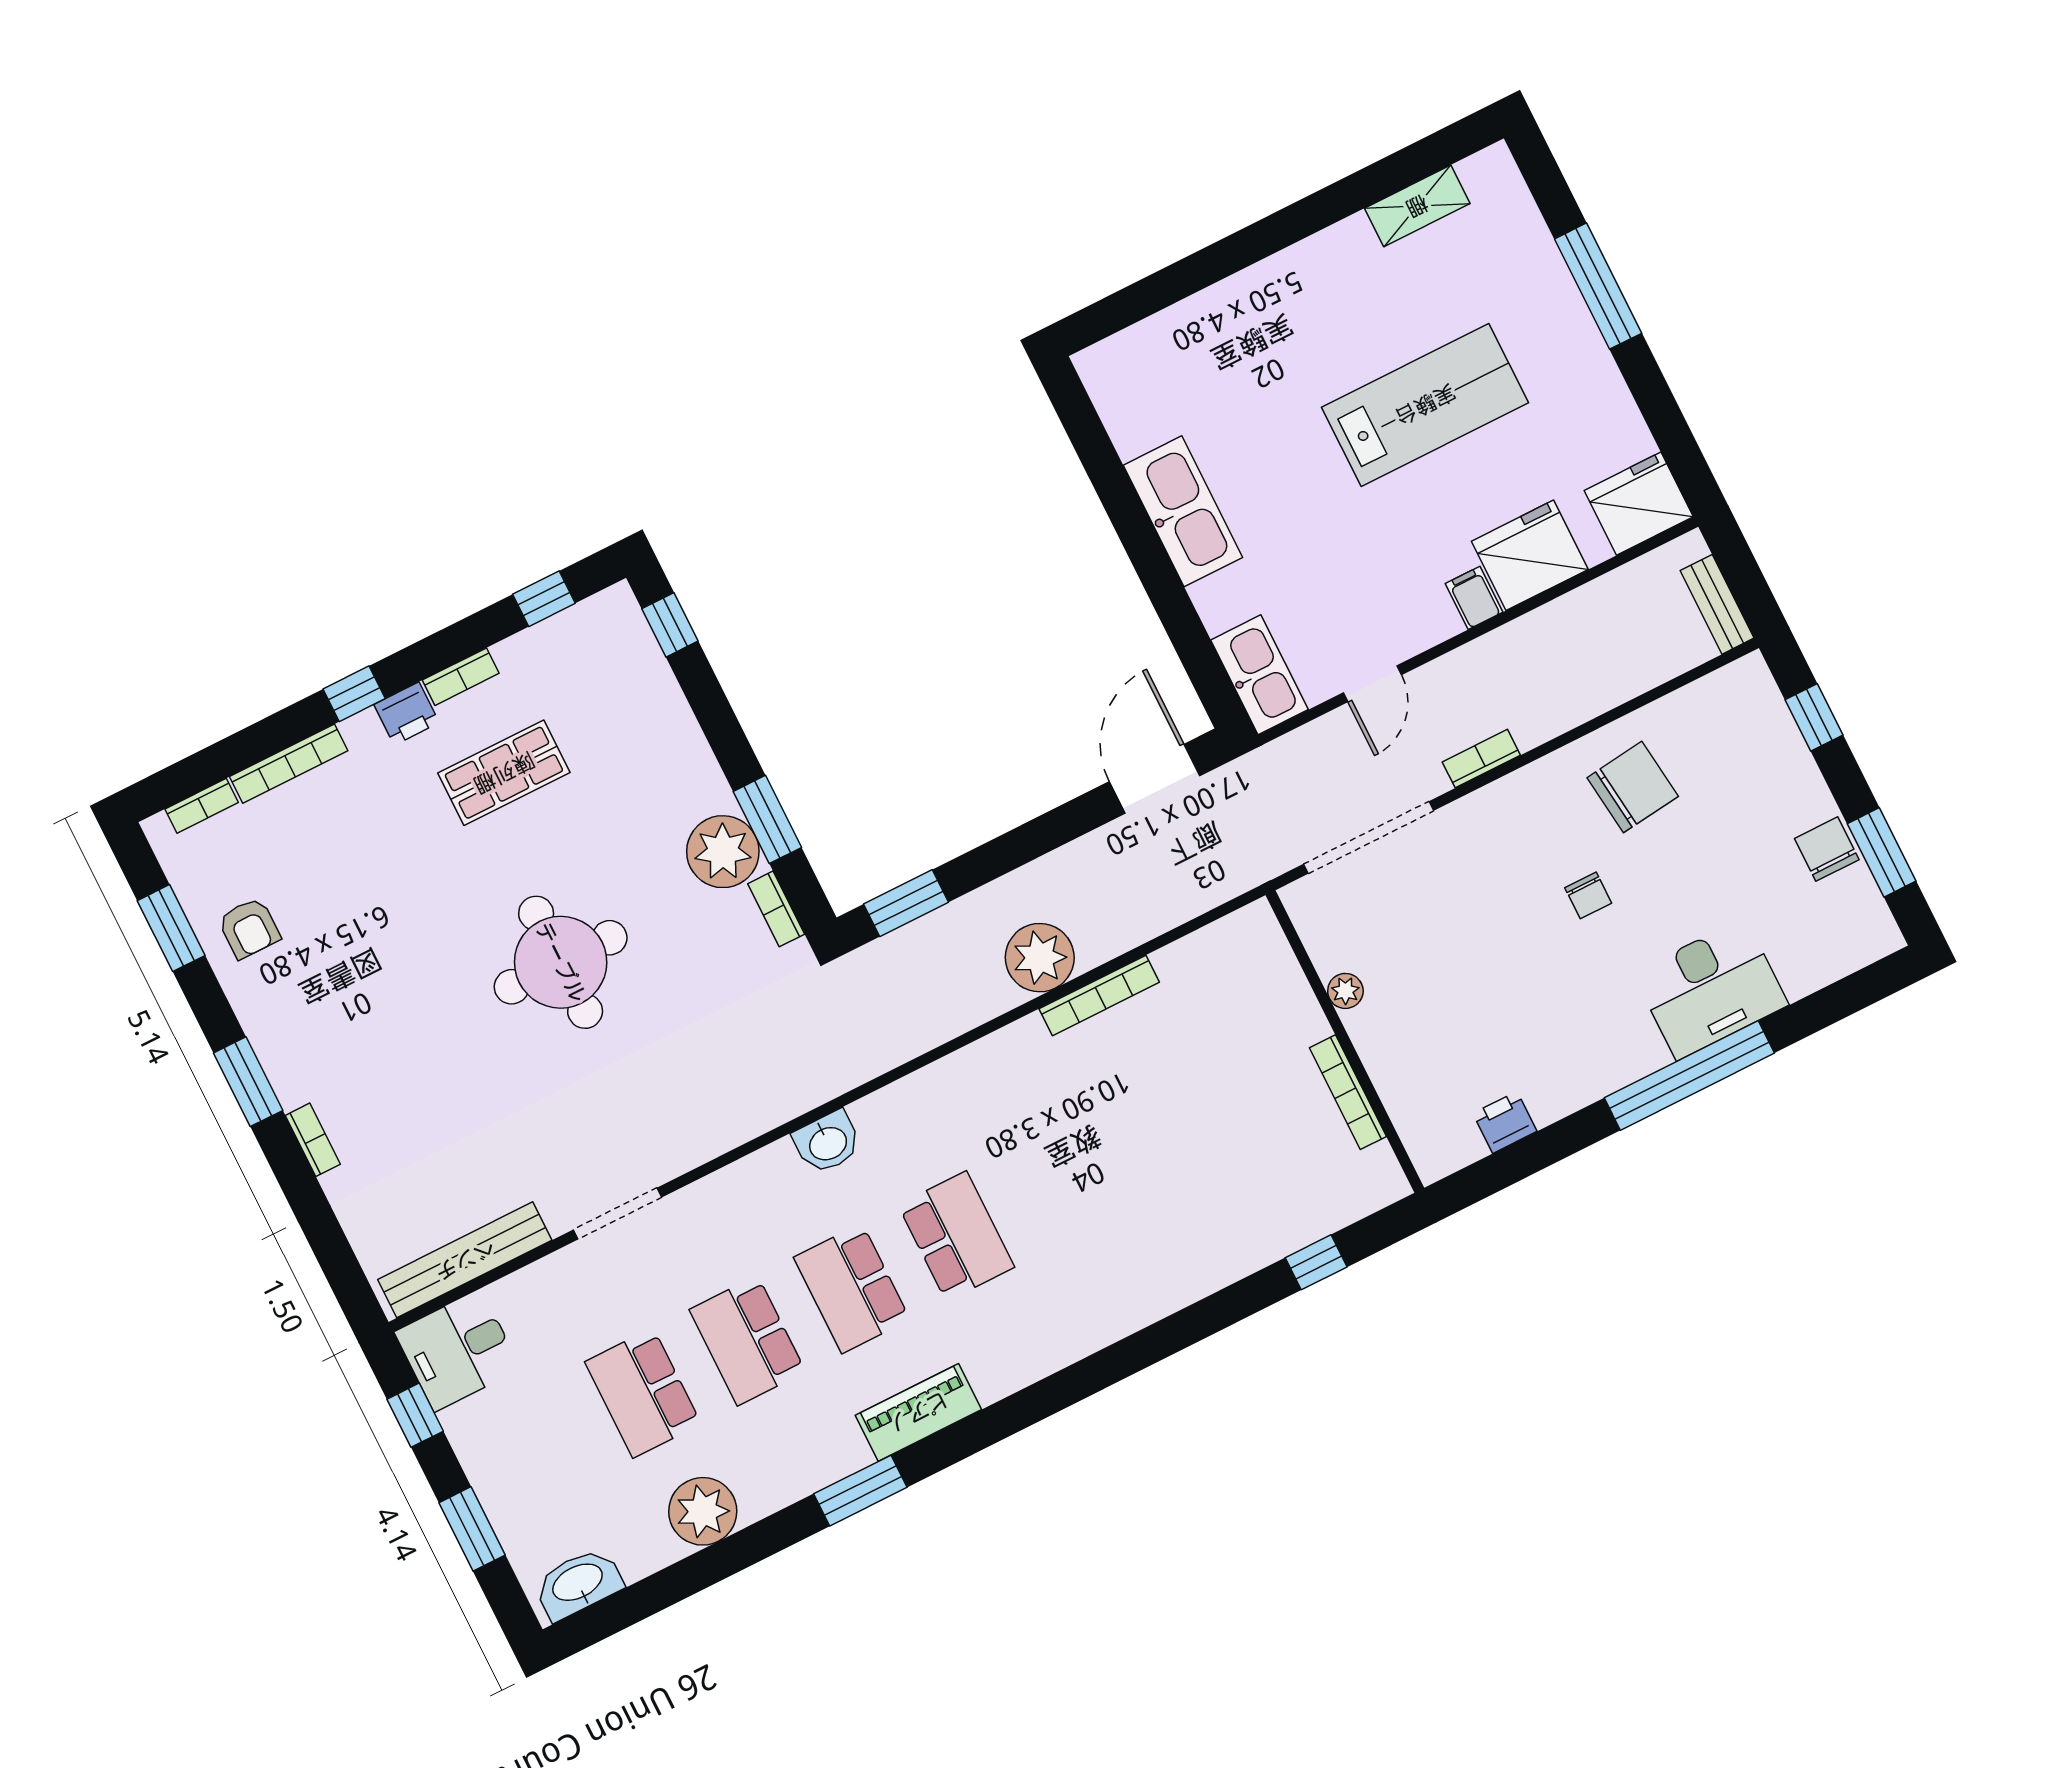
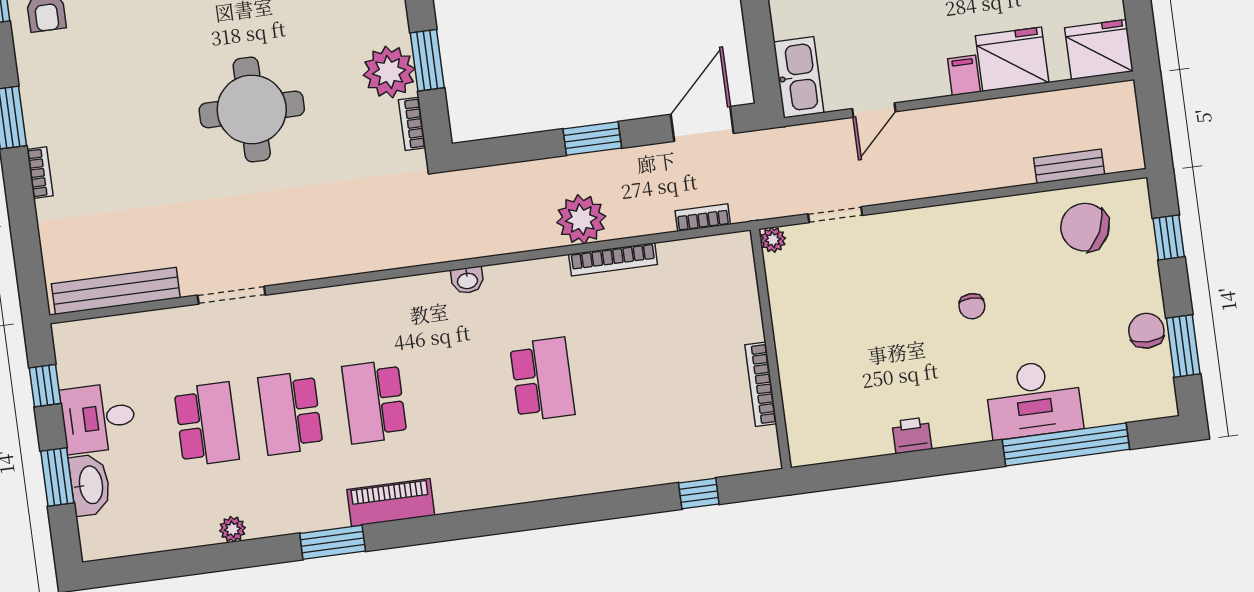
bench: (1717, 604) -> (1069, 166), moved, turned 90
bookcase: (1481, 759) -> (703, 218), moved
chair: (1633, 787) -> (1085, 227), moved, turned -147
doorway: (1369, 837) -> (835, 215), width x0.53
window: (906, 903) -> (592, 138), moved
plant: (1345, 991) -> (773, 240), moved
window: (1689, 1075) -> (1066, 445), moved
printer: (1505, 1122) -> (912, 435), moved
washbasin: (827, 1142) -> (467, 280), moved, width x0.72, depth x0.69
school desk: (956, 1236) -> (542, 379), moved
desk: (458, 1350) -> (98, 418), moved
school desk: (643, 1393) -> (207, 424), turned 180
plant: (703, 1511) -> (232, 529), width x0.53, depth x0.53
washbasin: (578, 1584) -> (90, 485), moved, turned 90

